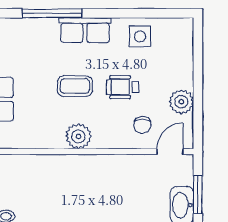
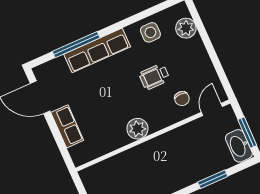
row of seats: (85, 30) -> (97, 50), width x1.48
coffee table: (75, 86) -> (118, 92), removed
plant: (181, 102) -> (186, 28), moved

